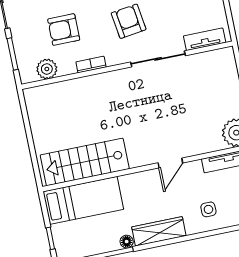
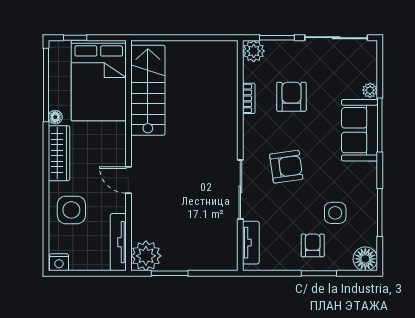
bookcase: (91, 65) -> (249, 98), moved
plant: (47, 69) -> (254, 51), moved
bed: (83, 200) -> (99, 81), width x1.50
side table: (208, 209) -> (71, 210), width x1.87, depth x1.87

